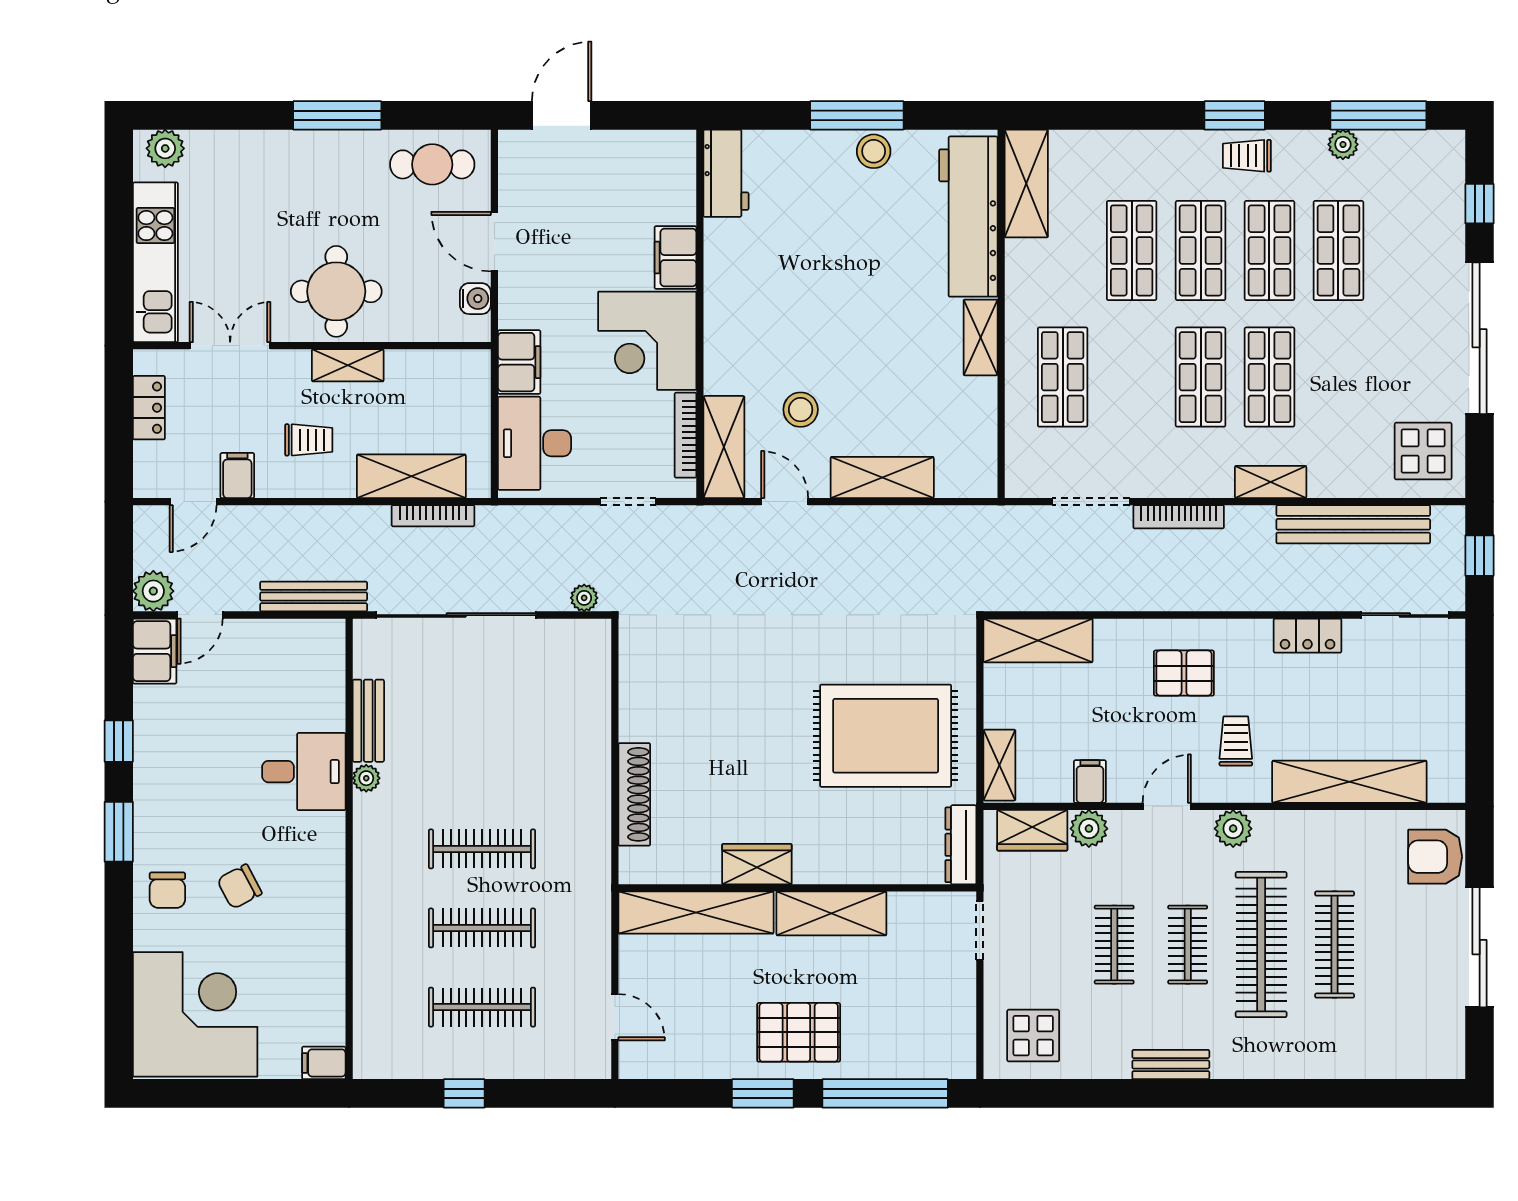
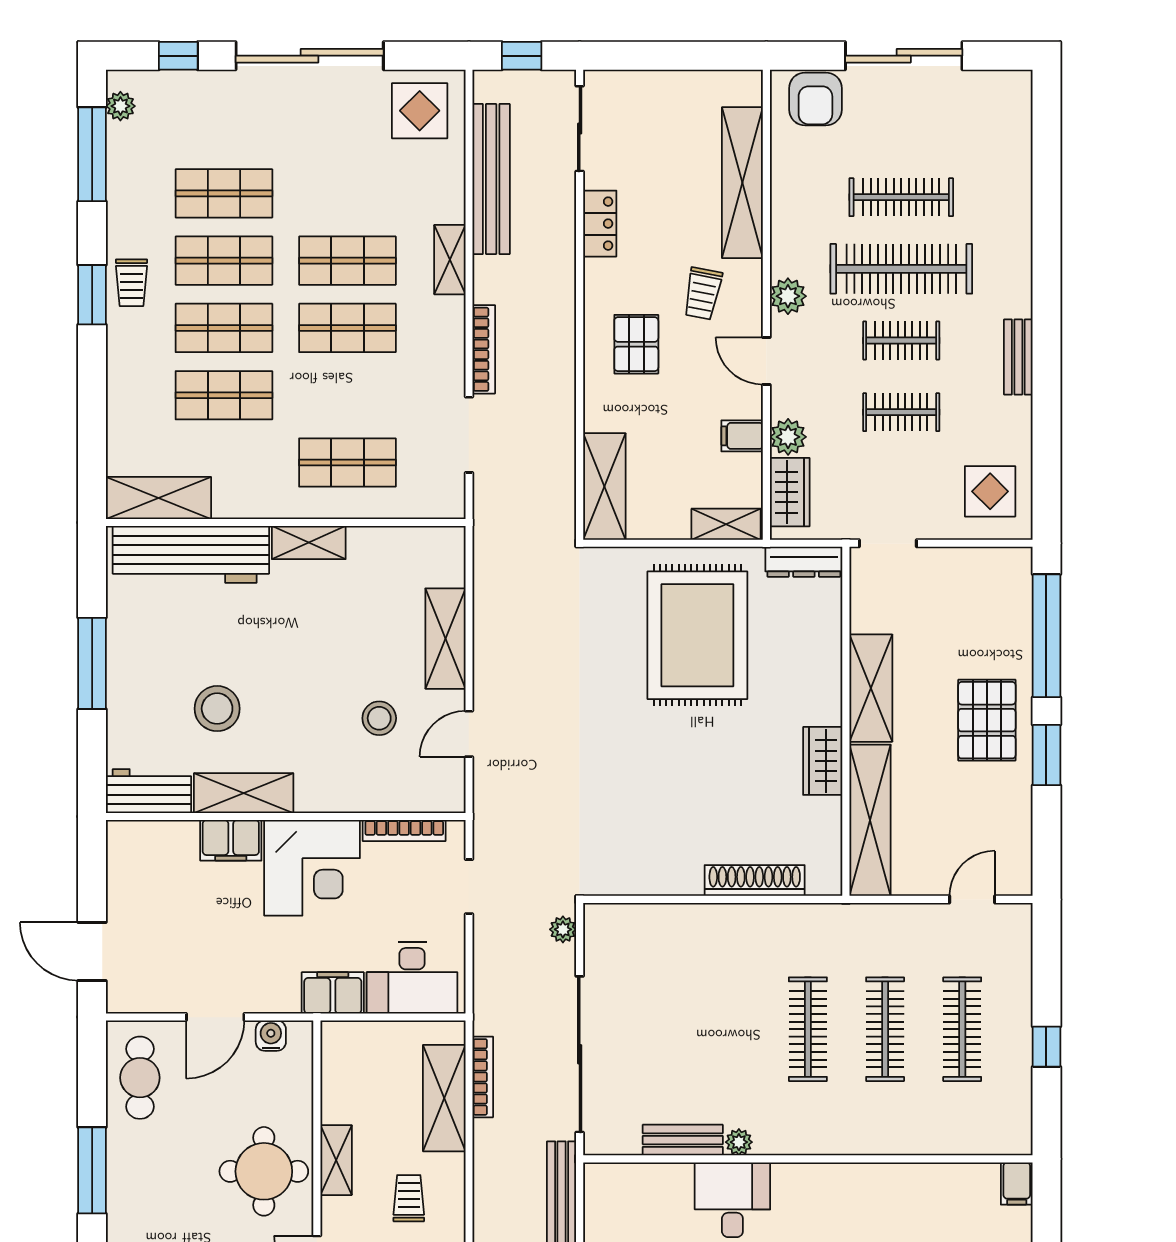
plant: (1343, 144) -> (120, 106), moved
stool: (874, 151) -> (217, 709), moved, width x1.38, depth x1.38
shelving: (724, 447) -> (244, 793), moved
trolley: (1236, 741) -> (703, 294), turned -79

